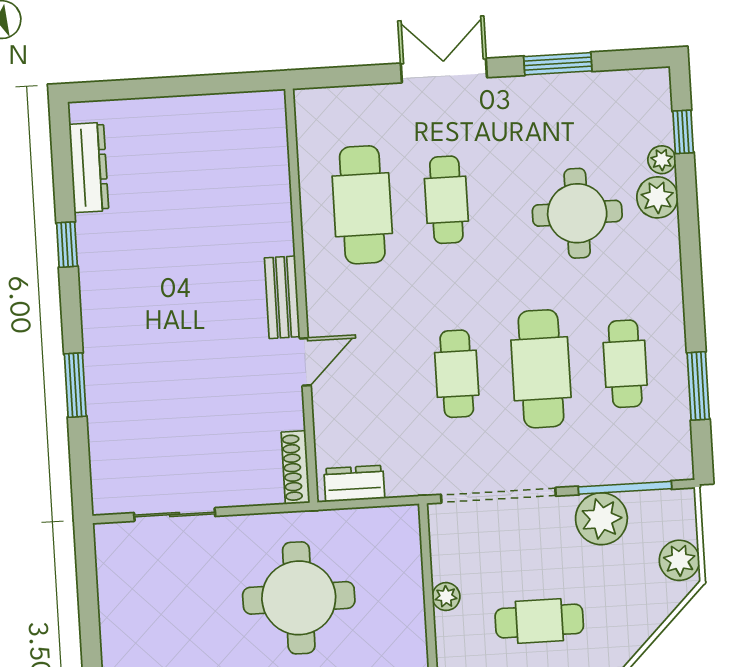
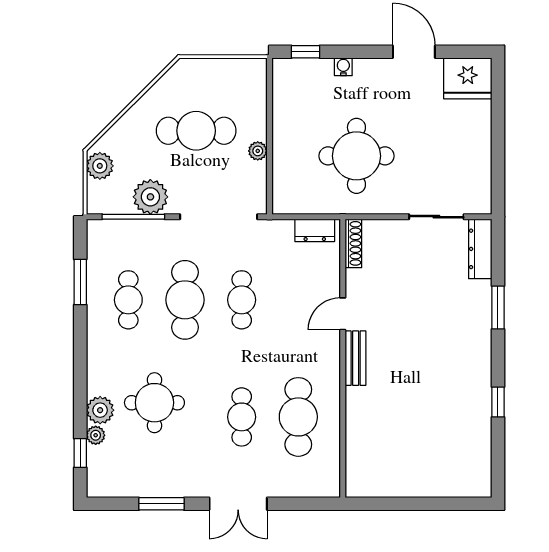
dresser: (89, 168) -> (480, 249), moved
cafe table: (539, 621) -> (196, 131), width x1.37, depth x1.35

